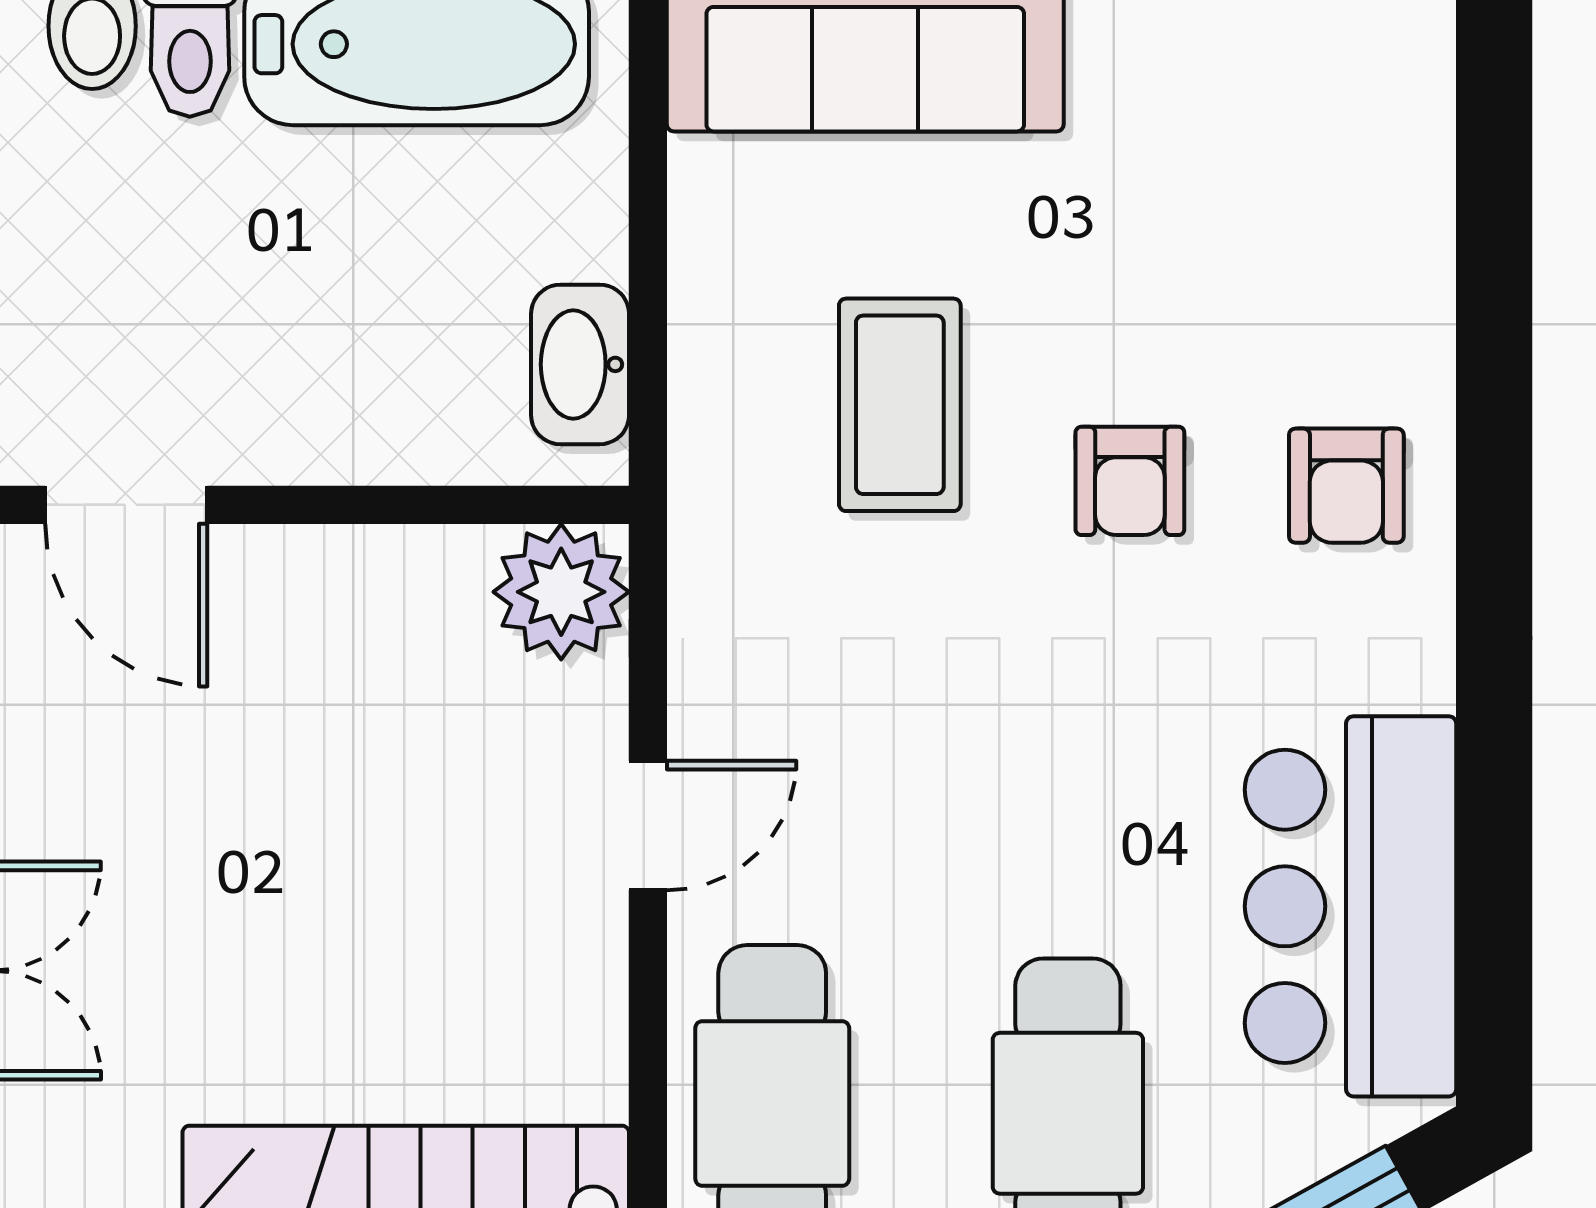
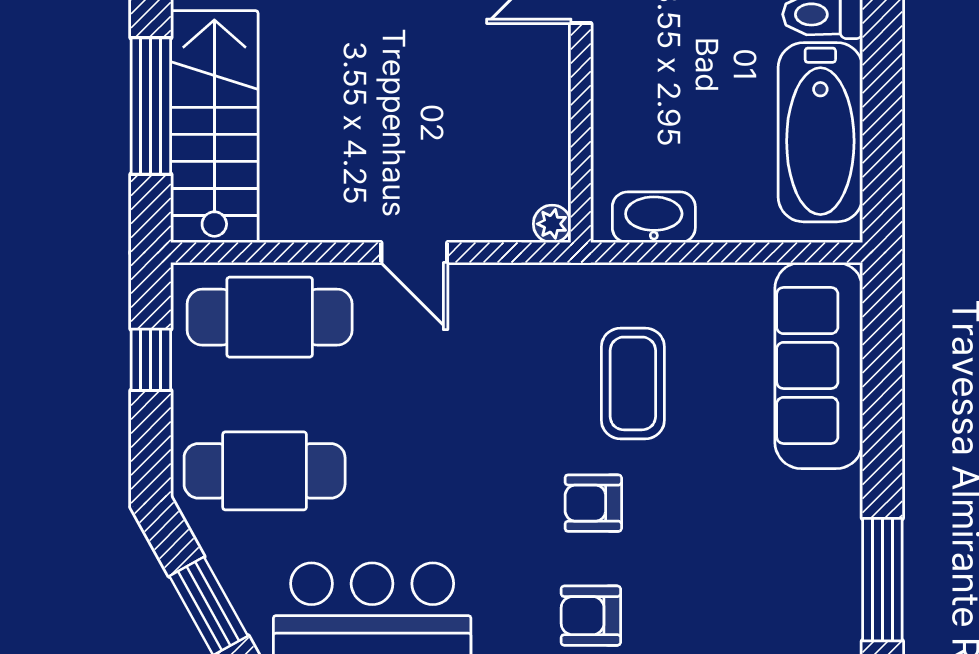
coffee table: (900, 405) -> (633, 383), turned 90
plant: (561, 592) -> (552, 224), width x0.53, depth x0.53

